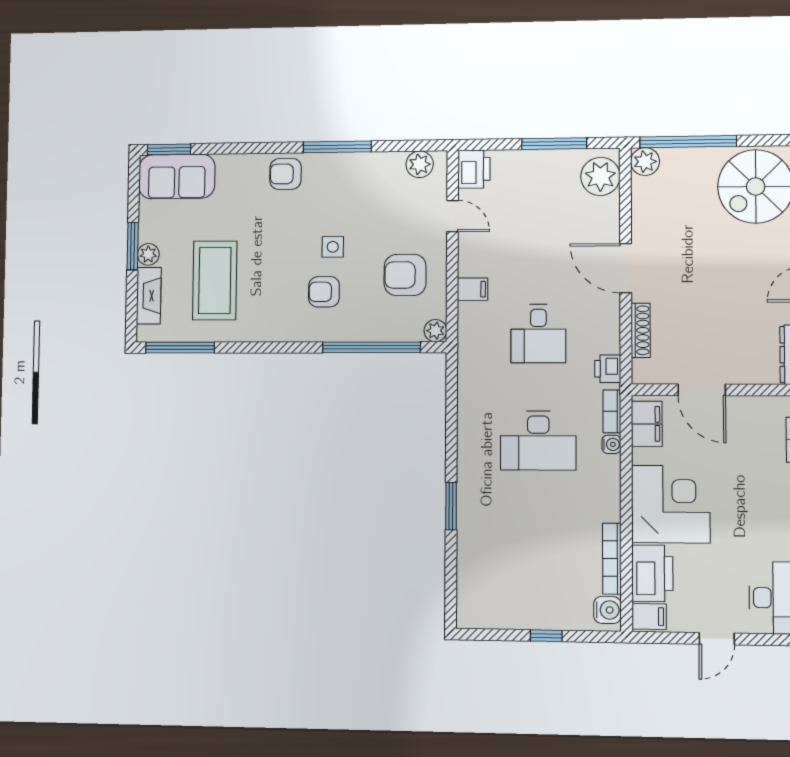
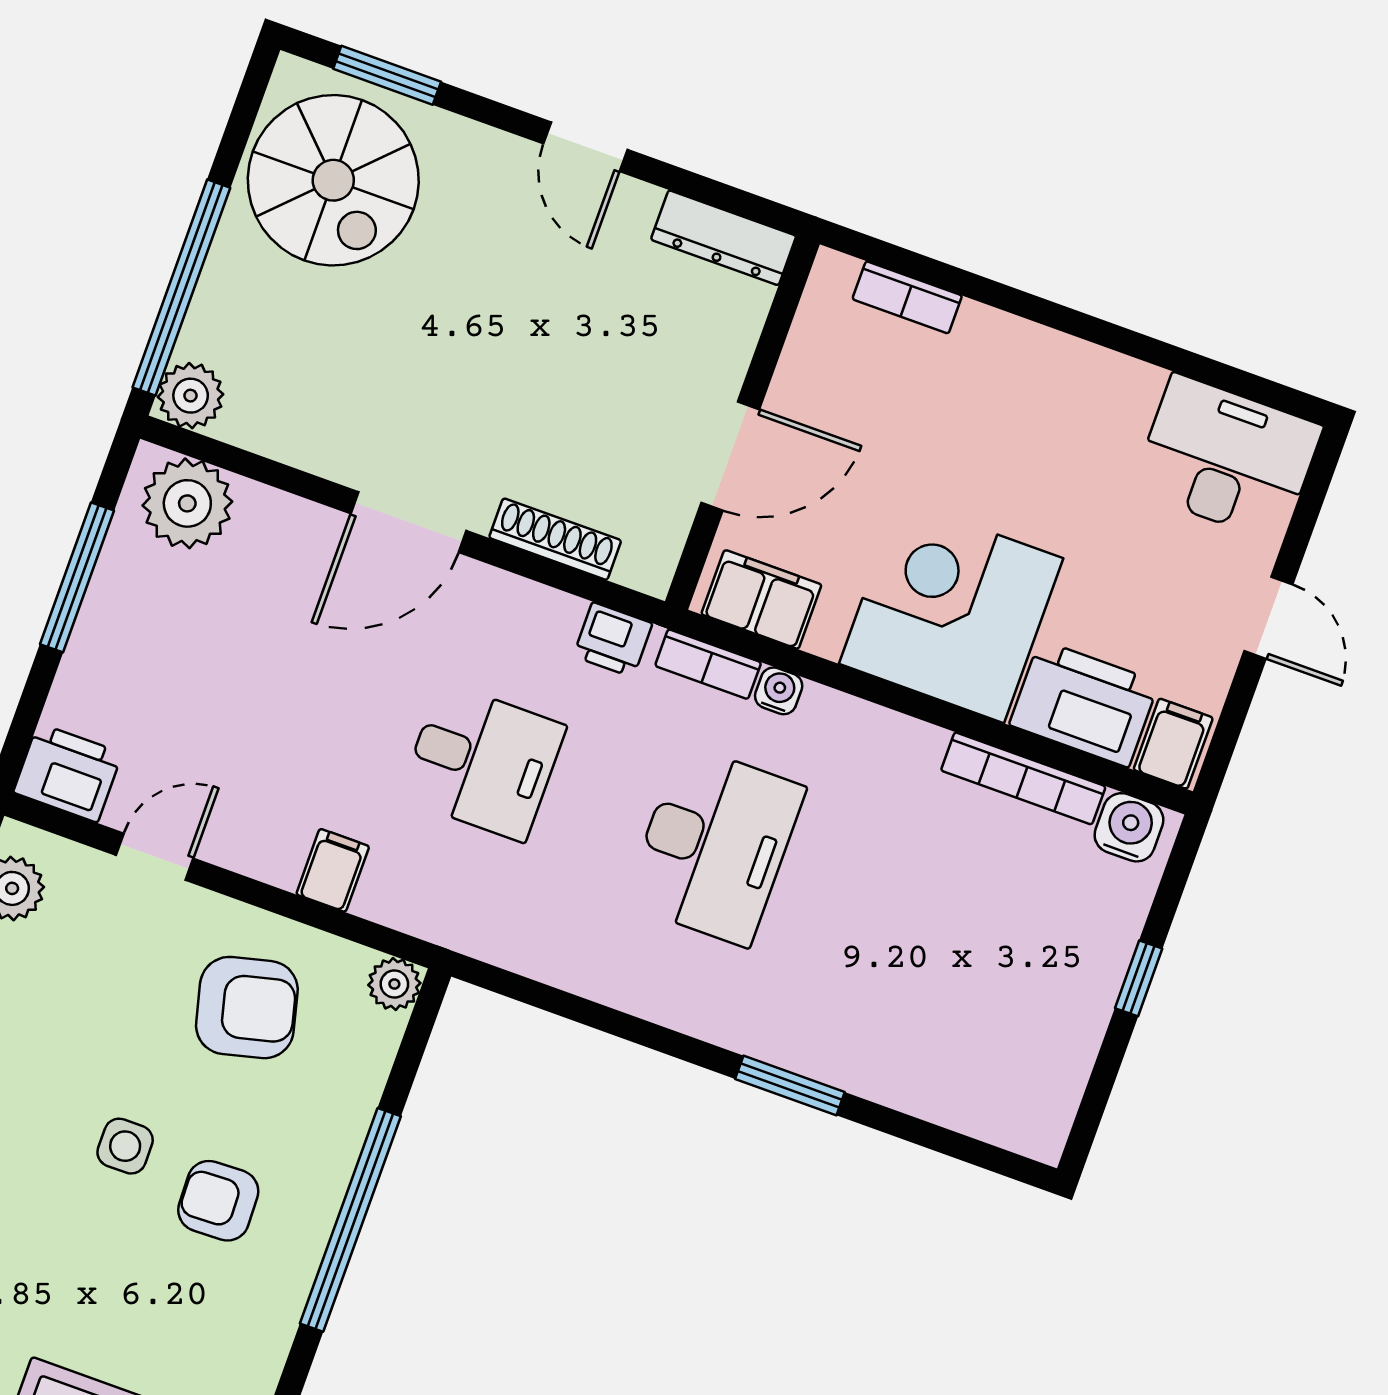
armchair: (405, 275) -> (247, 1008), turned -104
armchair: (324, 292) -> (218, 1201), turned 88
window: (371, 347) -> (350, 1220), moved

